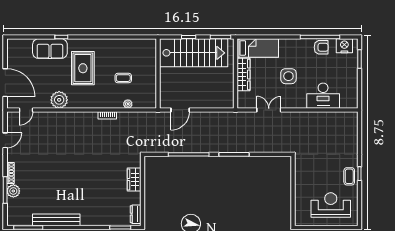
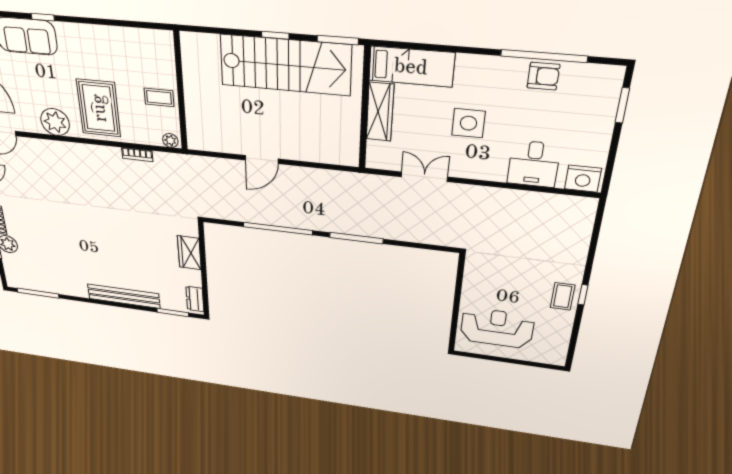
nightstand: (344, 46) -> (583, 179), moved, turned 180
rug: (83, 68) -> (99, 108), moved
wall: (158, 74) -> (180, 92), moved
desk: (323, 96) -> (534, 164), width x0.73
reception desk: (331, 205) -> (497, 328), moved
bench: (56, 220) -> (124, 296), moved

